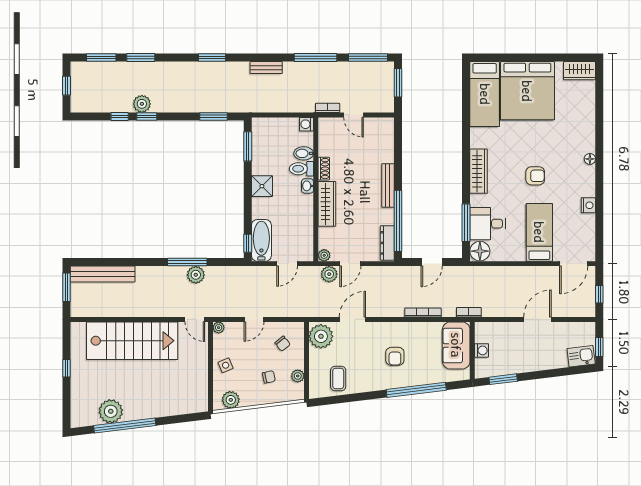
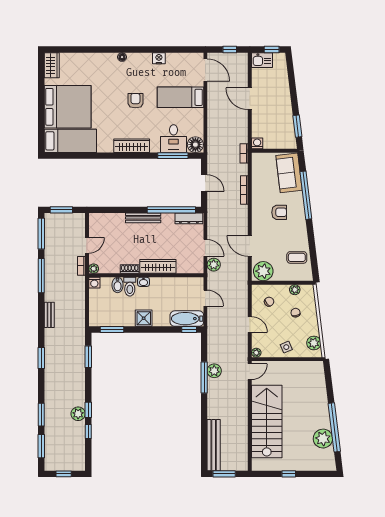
plant: (324, 255) -> (94, 269), moved
sofa: (456, 345) -> (289, 173), moved, turned 83
washing machine: (481, 350) -> (257, 143), moved
kitchen sink: (581, 356) -> (262, 60), moved, turned -83

